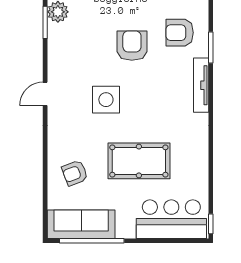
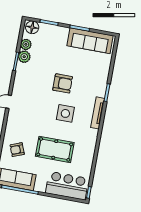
armchair: (180, 33) -> (91, 81), removed
armchair: (132, 46) -> (63, 83), turned 90
side table: (106, 100) -> (65, 113), moved

